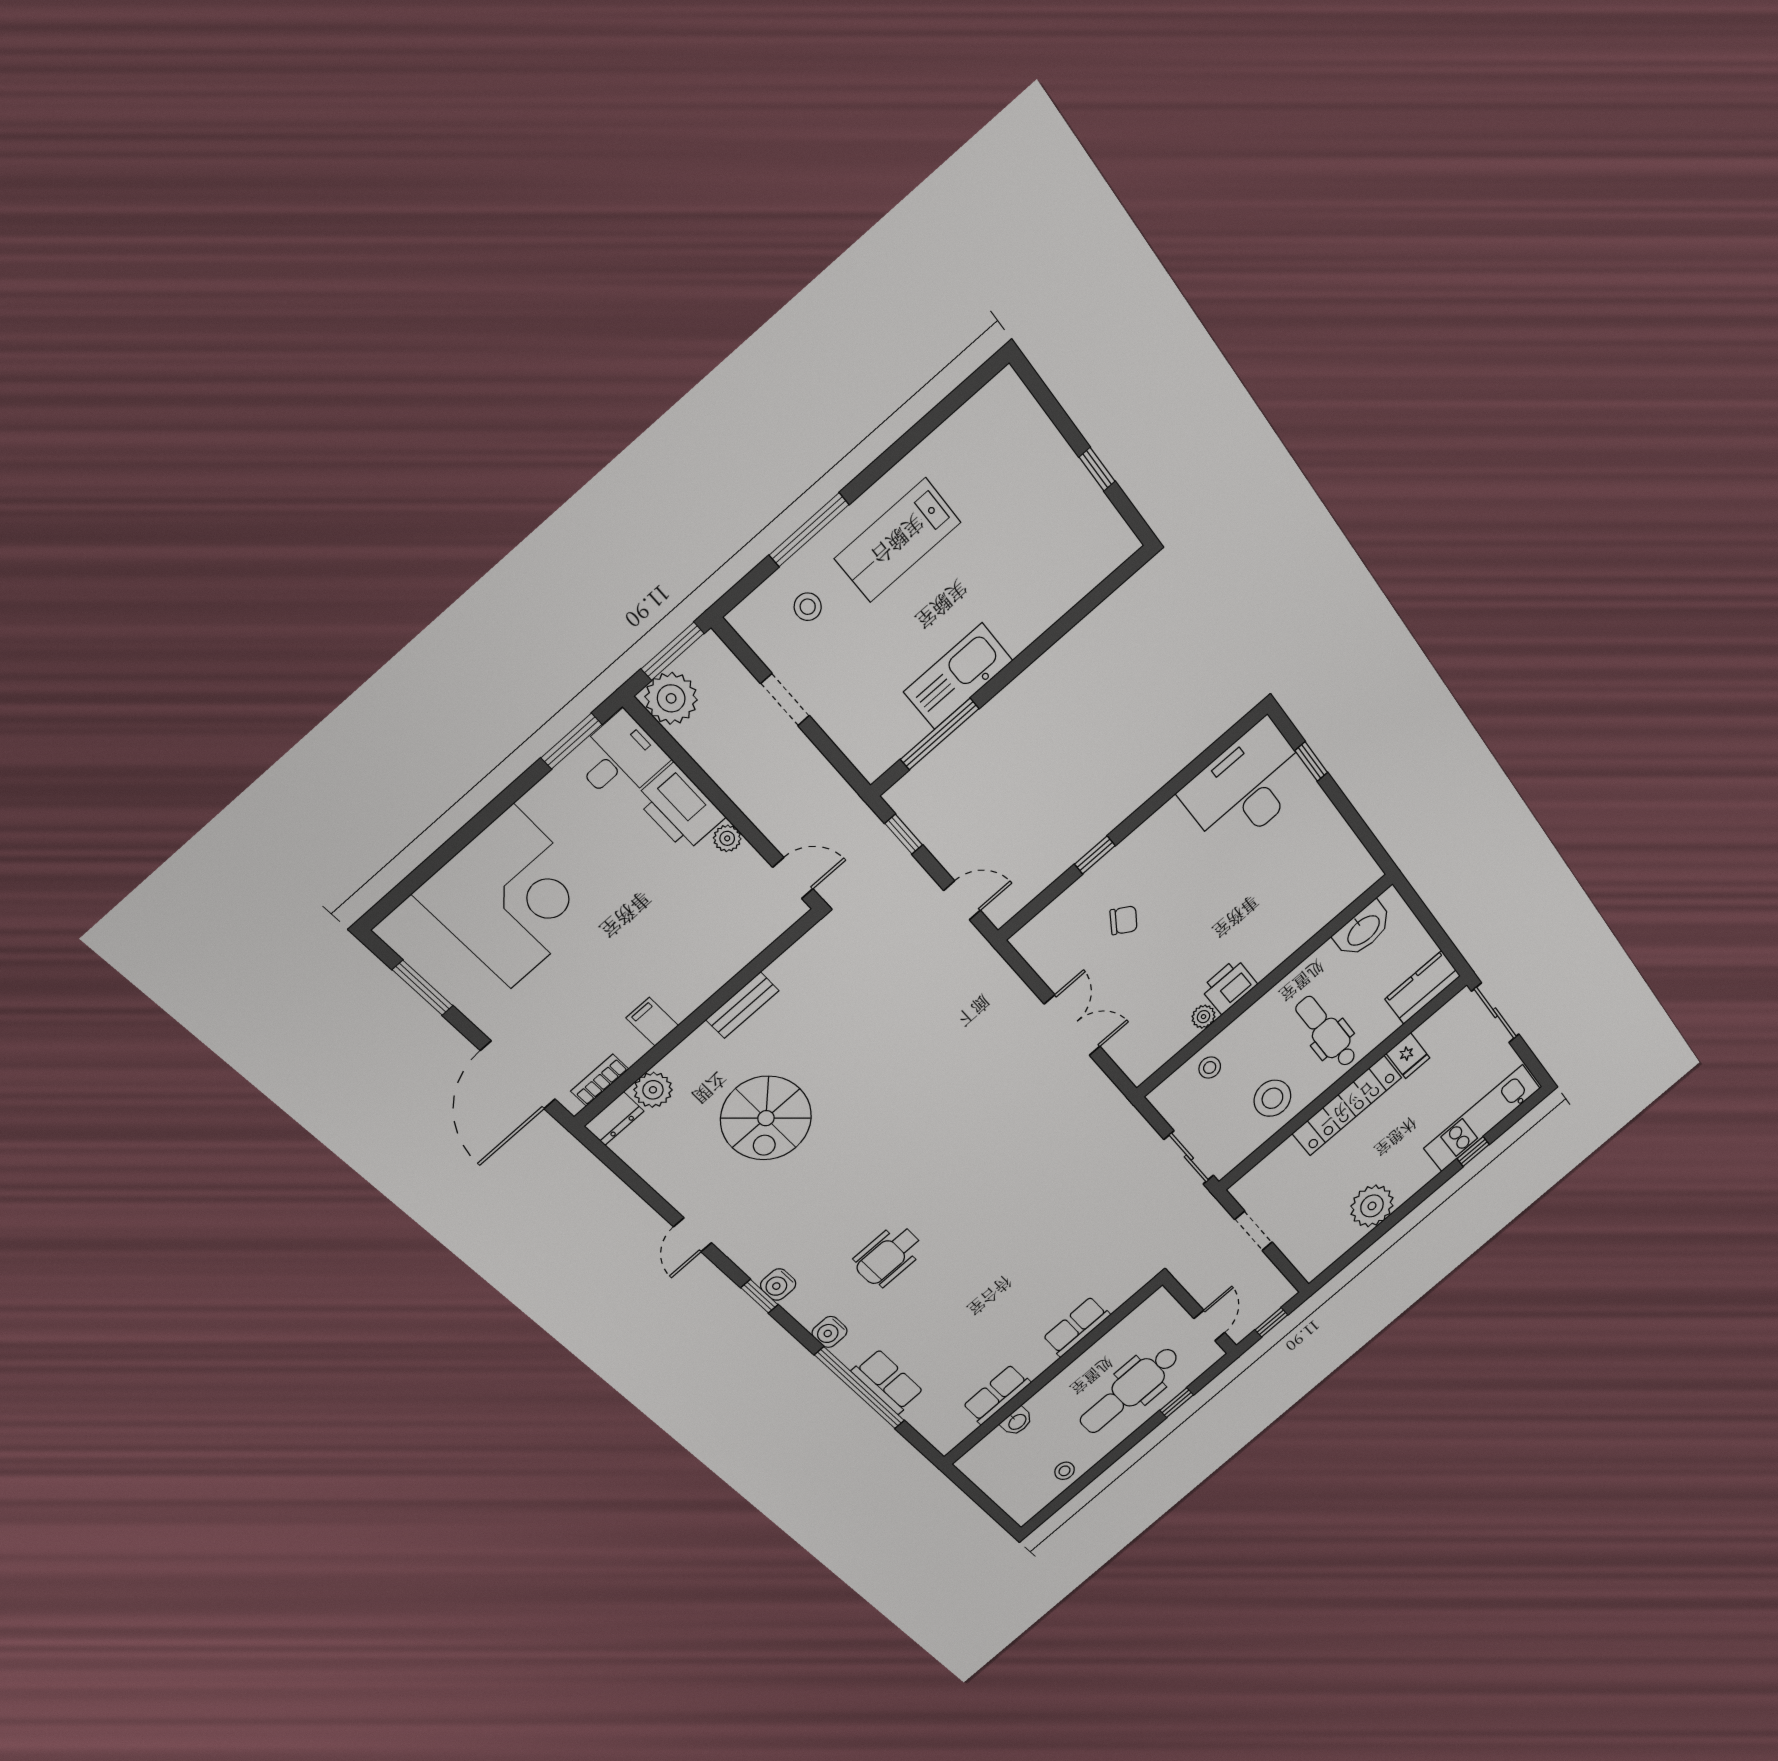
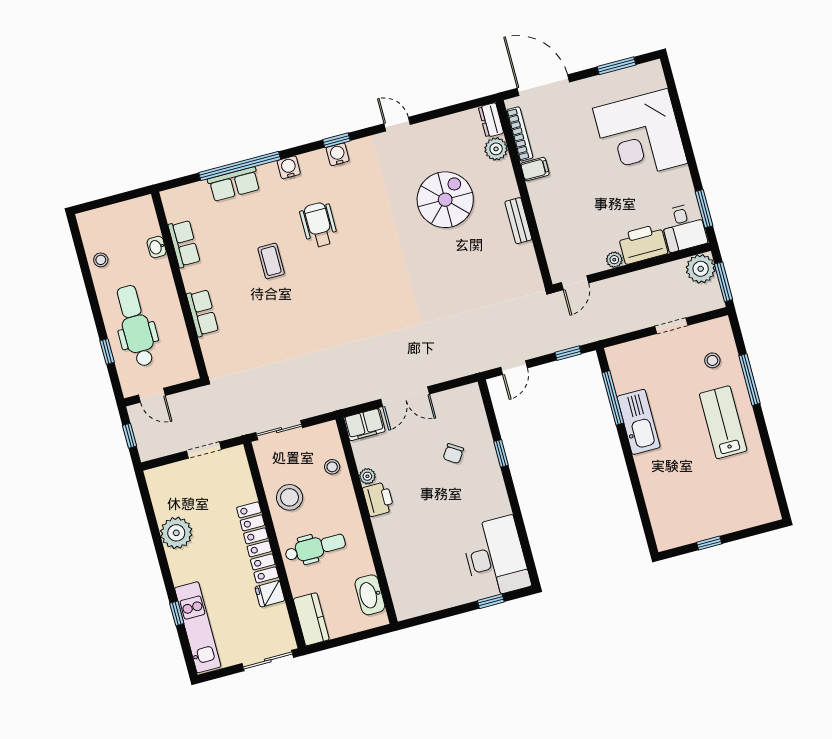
filing cabinet: (1134, 1057) -> (364, 424), added
bookcase: (600, 1080) -> (520, 134), width x1.56
spiral stairs: (766, 1118) -> (445, 200), turned 90
coffee table: (968, 1285) -> (271, 261), added

